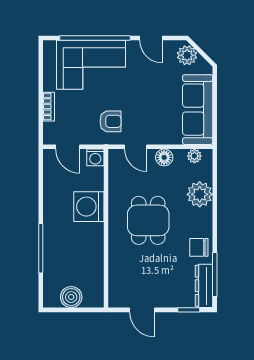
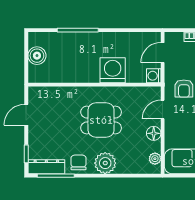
plant: (200, 194) -> (105, 163), moved

